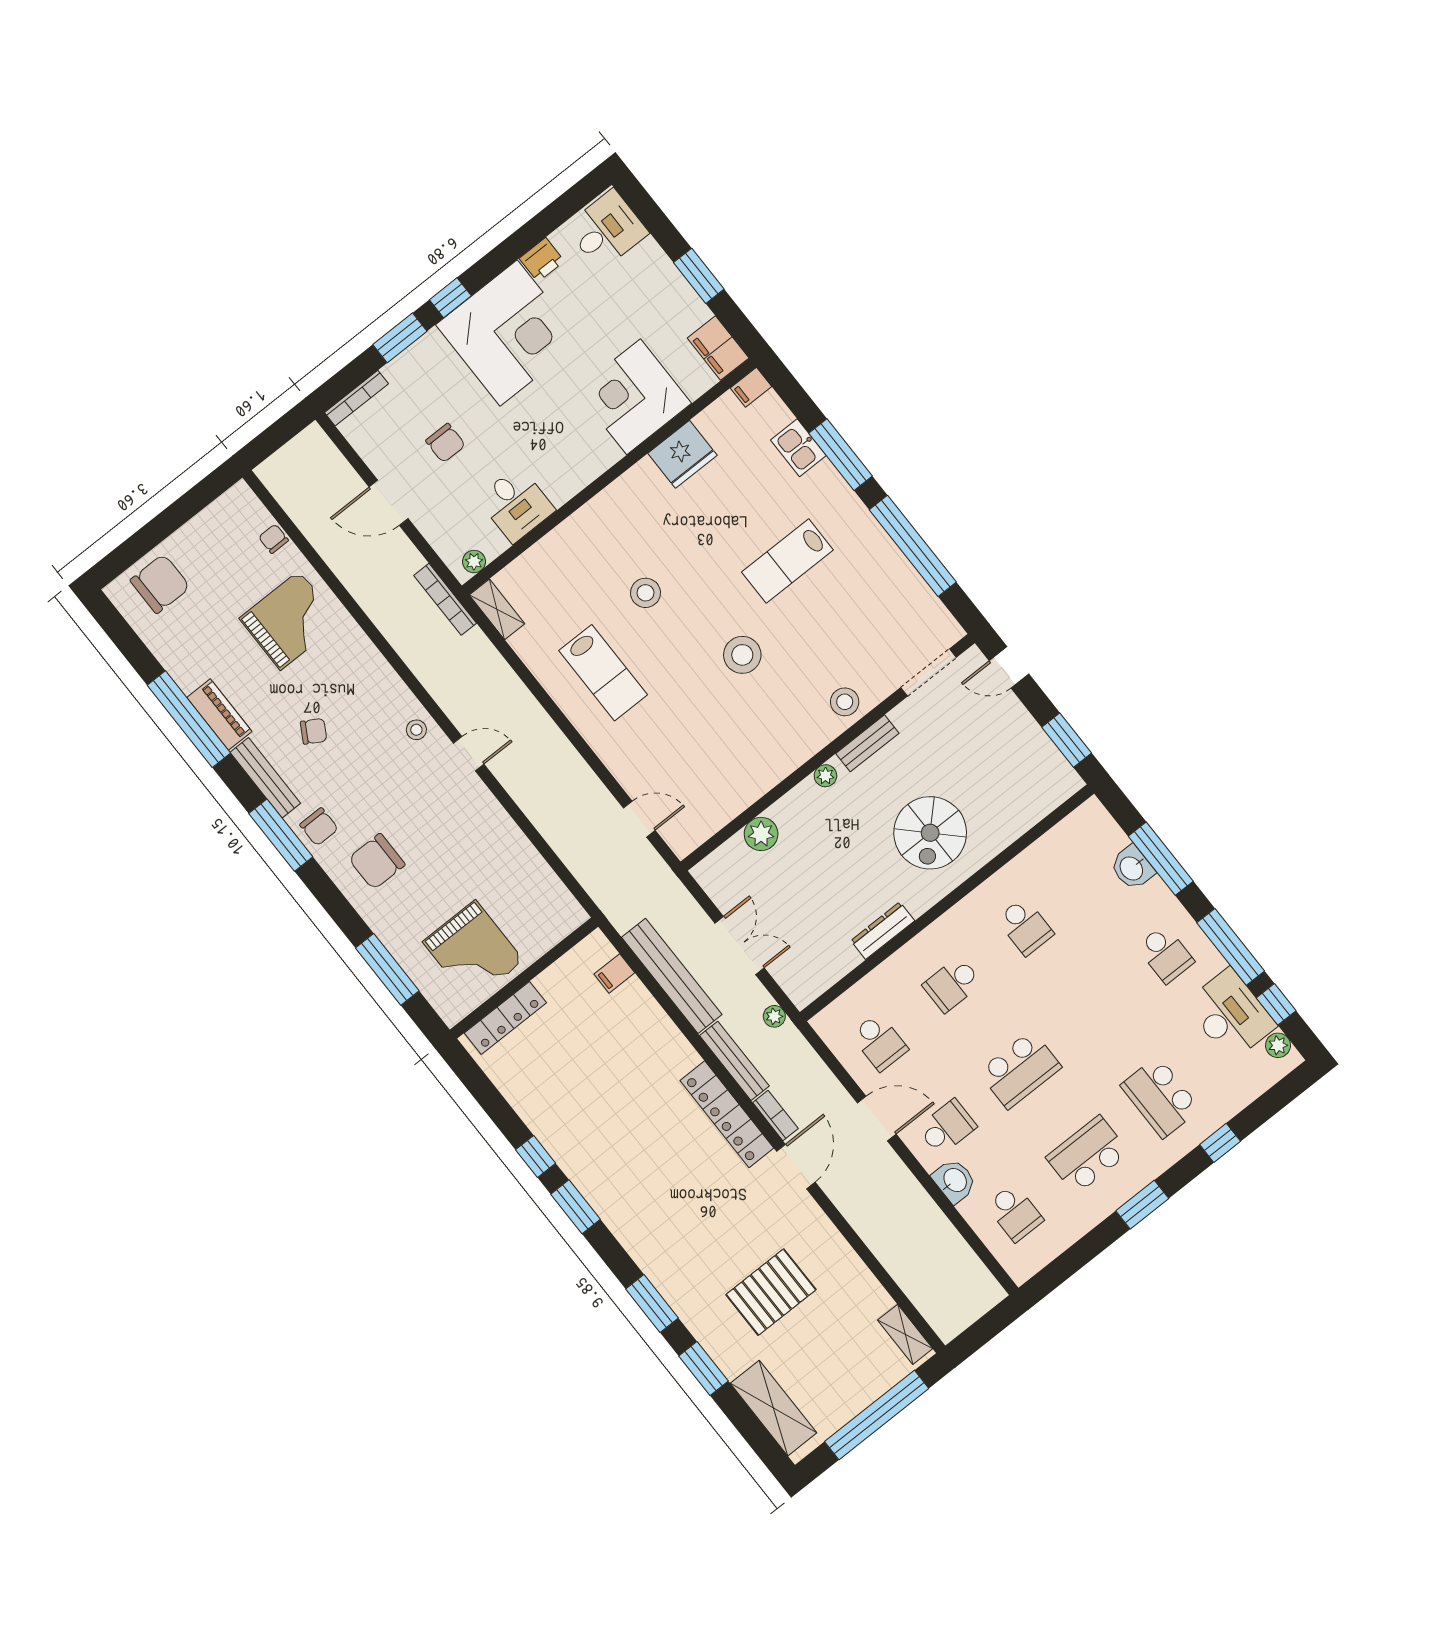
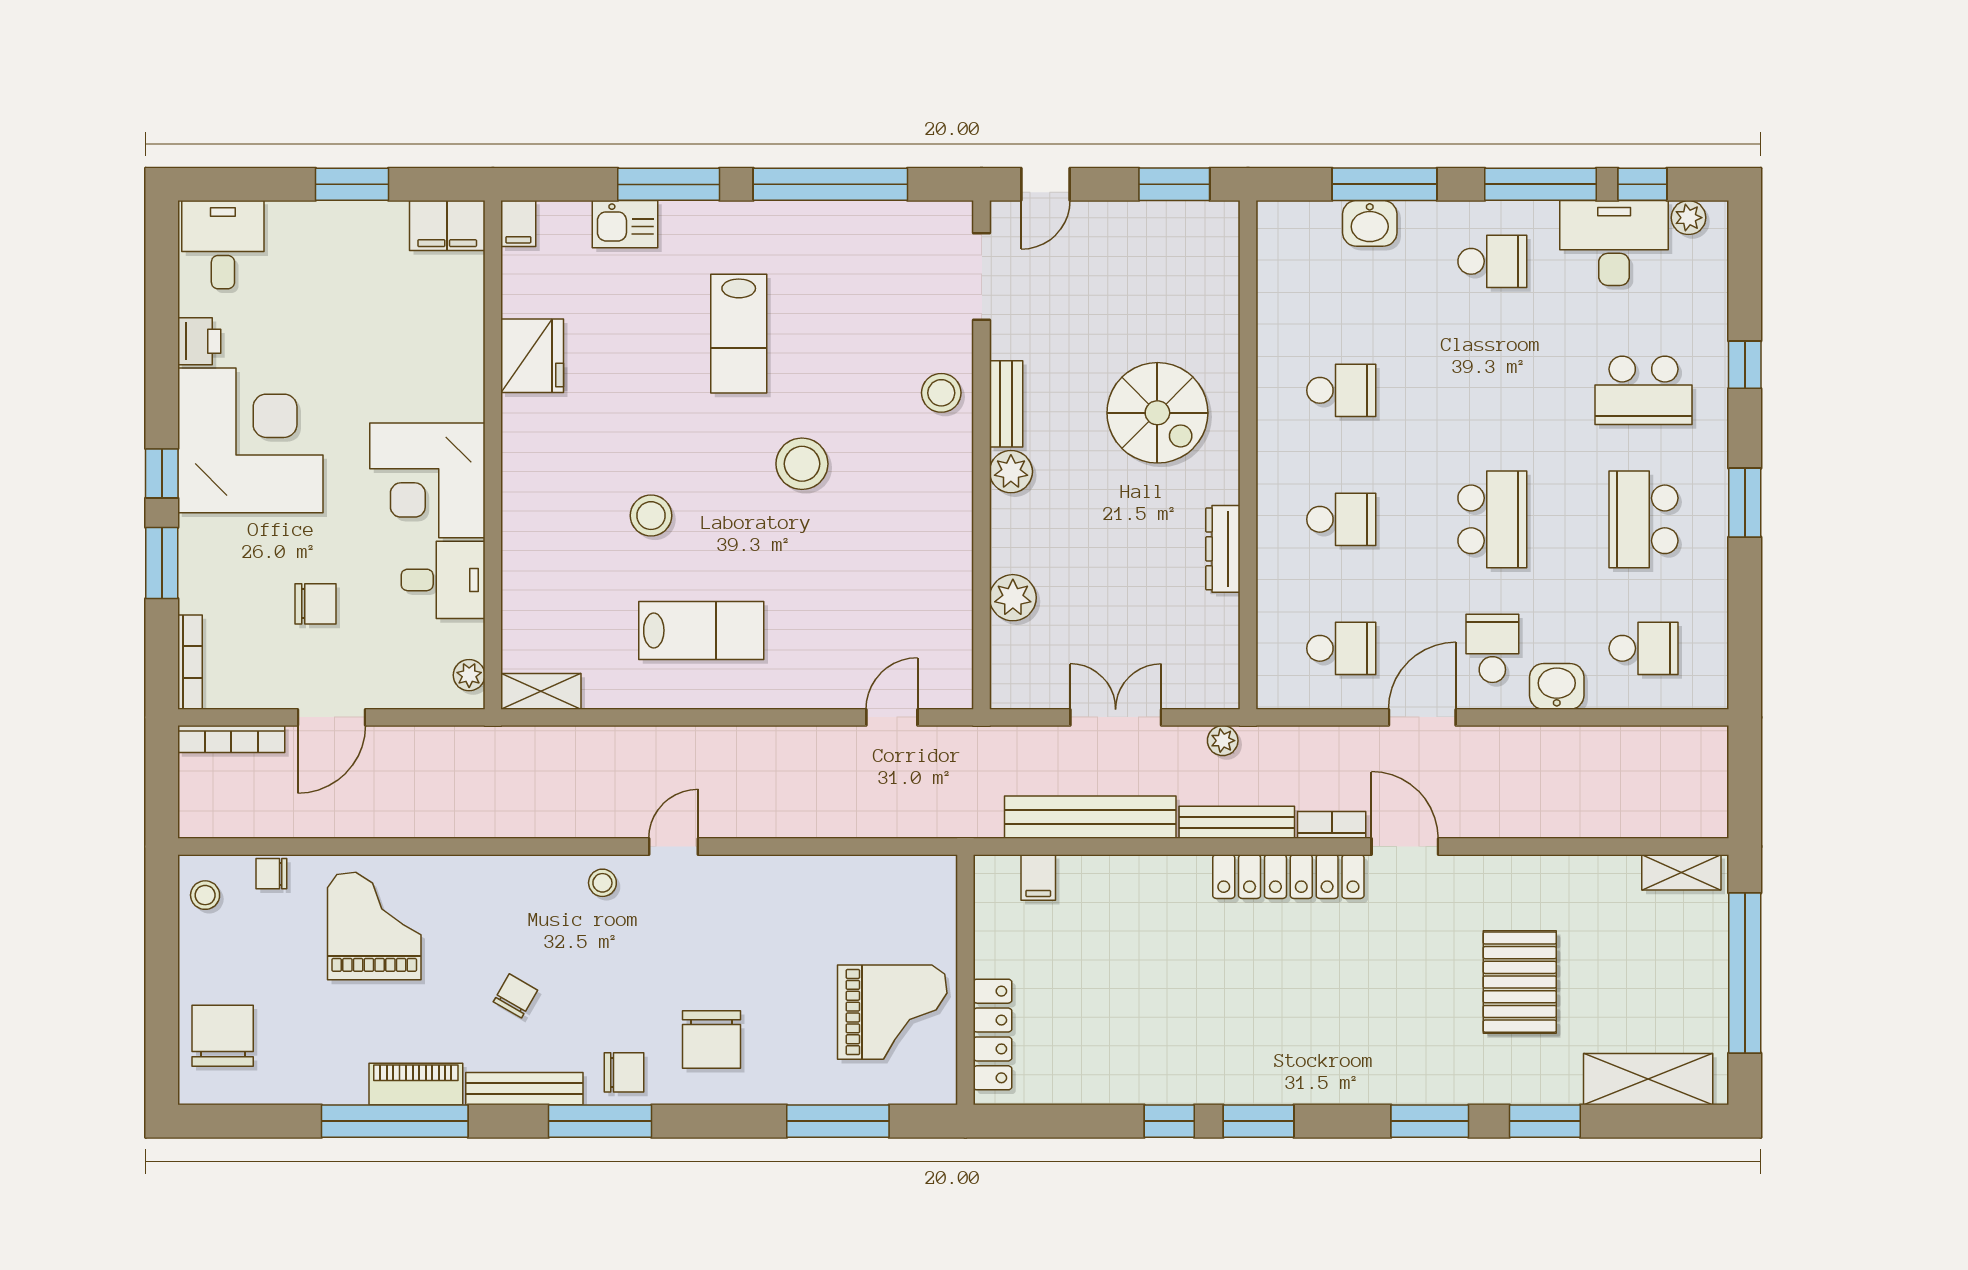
corner desk: (634, 397) -> (427, 480), moved
stool: (232, 511) -> (205, 895), added
bookcase: (445, 599) -> (231, 739), moved
plant: (825, 776) -> (1011, 472), width x1.38, depth x1.38
school desk: (952, 984) -> (1341, 519), turned -90

